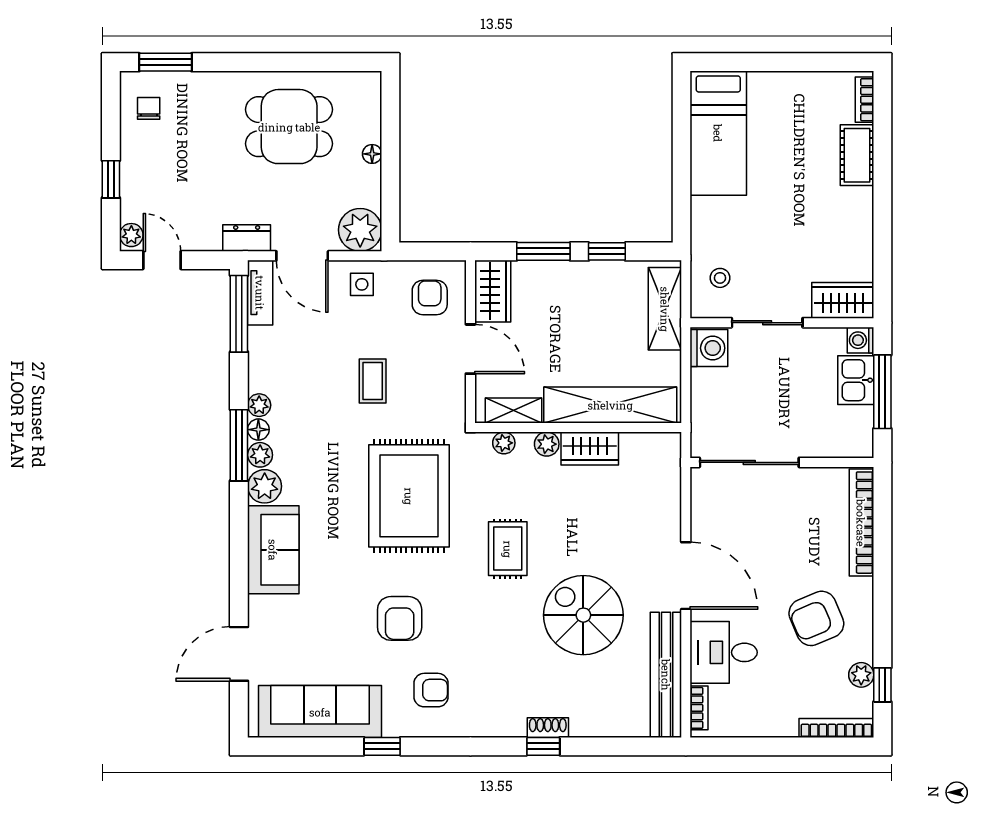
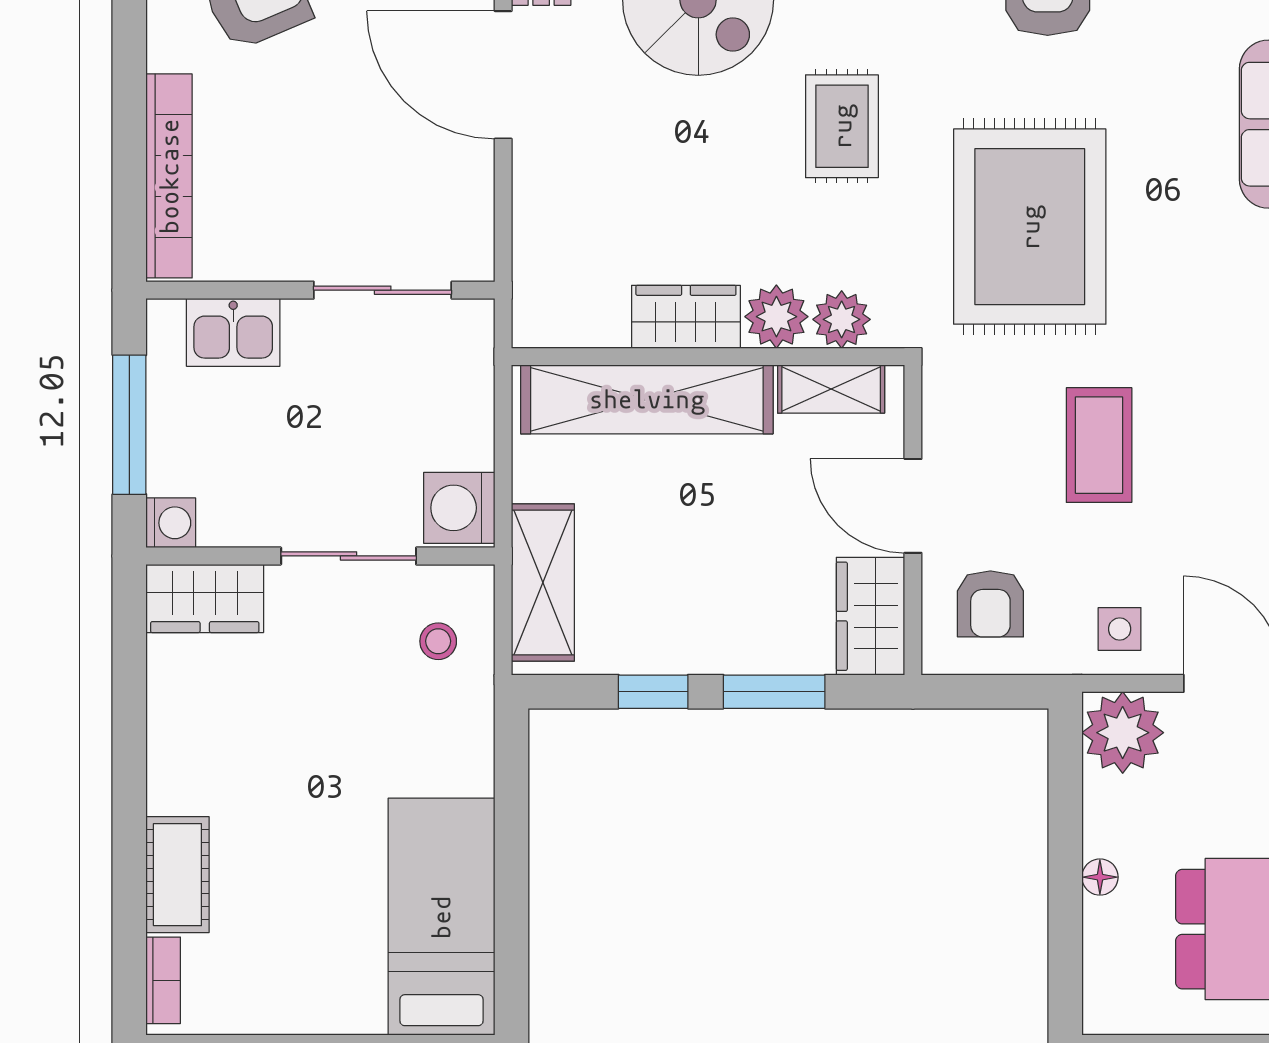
kitchen sink: (856, 380) -> (233, 332), moved, turned 90
coffee table: (373, 381) -> (1099, 445), width x1.36, depth x1.30
plant: (504, 443) -> (842, 319), width x1.38, depth x1.38
plant: (547, 444) -> (776, 317), width x1.38, depth x1.38
sliding door: (749, 462) -> (383, 290), width x0.73

